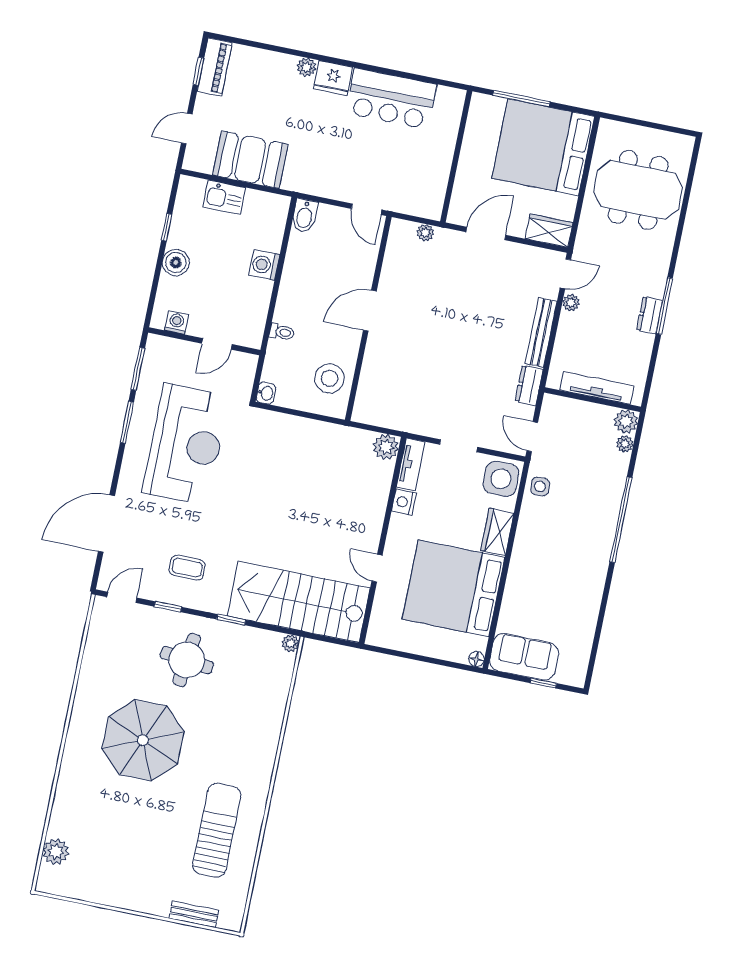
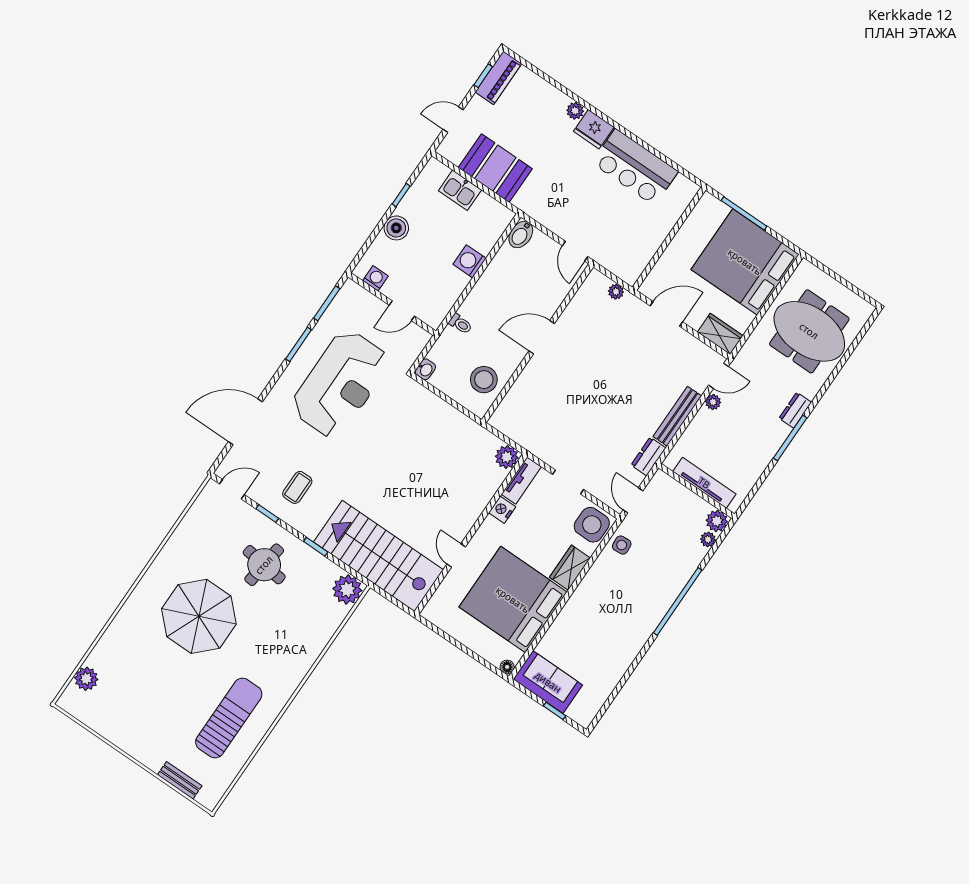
dresser: (650, 315) -> (795, 410), moved
coffee table: (187, 568) -> (297, 487), turned 90
plant: (290, 643) -> (347, 589), width x1.88, depth x1.88

